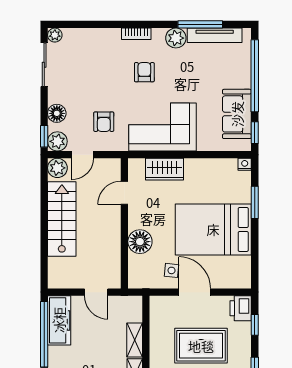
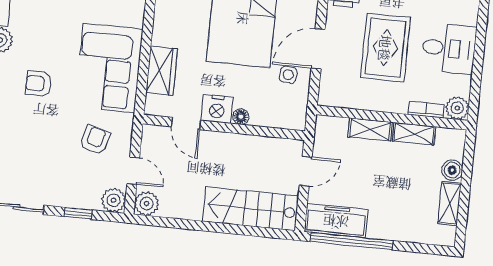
floor lamp: (57, 113) -> (79, 197), removed
armchair: (104, 122) -> (95, 140), turned -74
window: (44, 136) -> (78, 213), moved
nightstand: (139, 216) -> (217, 109), added
stairs: (62, 219) -> (250, 209), moved
floor lamp: (140, 242) -> (241, 117), width x0.53, depth x0.53

